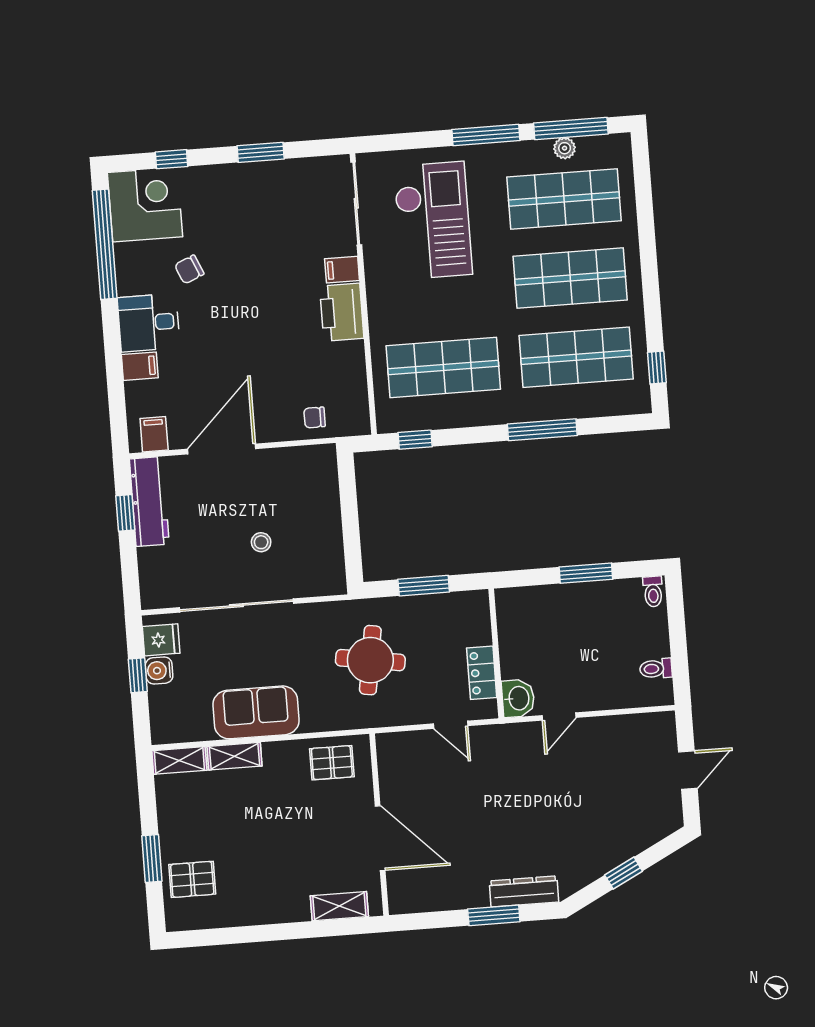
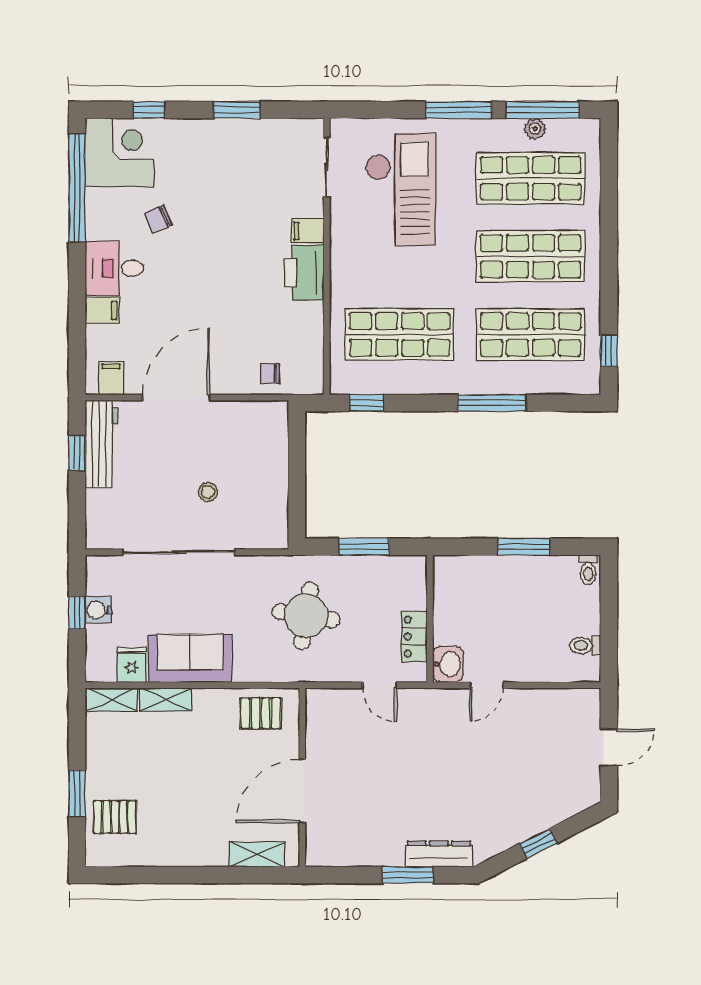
sliding door: (356, 203) -> (327, 167), width x0.73
fridge: (161, 640) -> (132, 665), moved, turned -90
door: (380, 838) -> (302, 791), swing flipped

